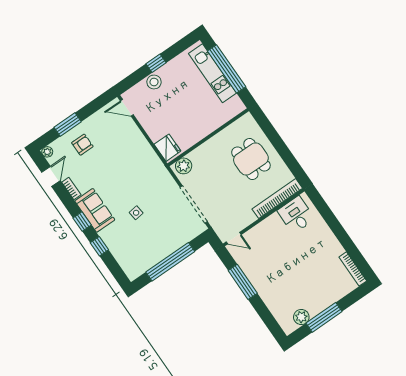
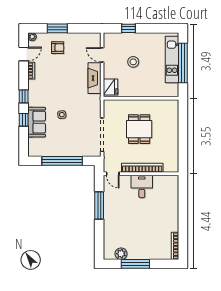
window: (156, 63) -> (129, 28), moved
stool: (154, 82) -> (133, 62), moved
door: (127, 108) -> (102, 55), moved
fireplace: (144, 150) -> (95, 78), added
dining table: (251, 159) -> (139, 129), moved
plant: (184, 166) -> (113, 106), removed
bookcase: (277, 199) -> (142, 168), moved
sofa: (95, 210) -> (37, 122), moved
desk: (296, 215) -> (142, 186), moved

